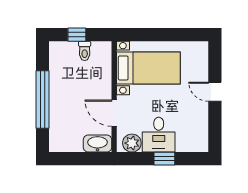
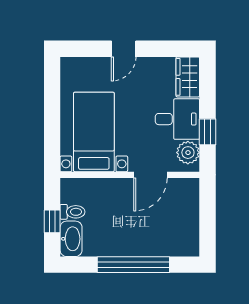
wardrobe: (192, 143) -> (188, 77), added
washbasin: (98, 144) -> (71, 239), moved, turned 180
window: (164, 159) -> (208, 132), moved

